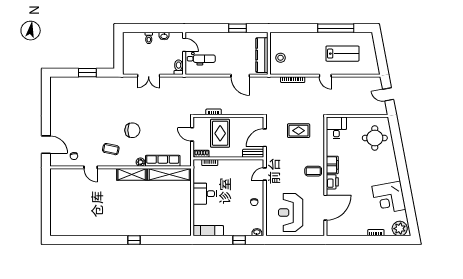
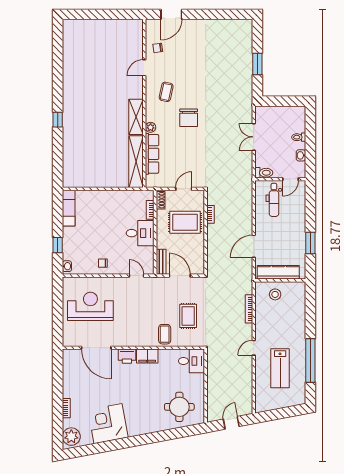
coffee table: (313, 171) -> (165, 334), moved
desk: (205, 194) -> (140, 233), moved, turned 90

